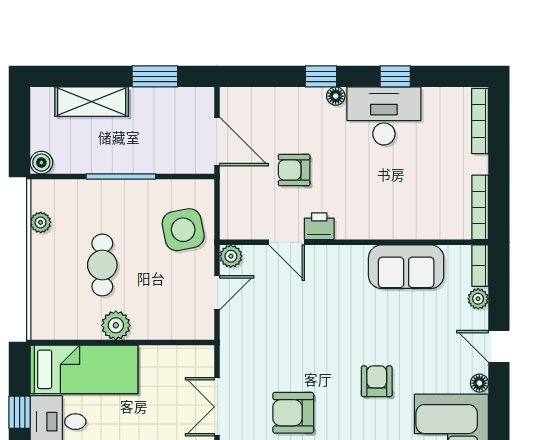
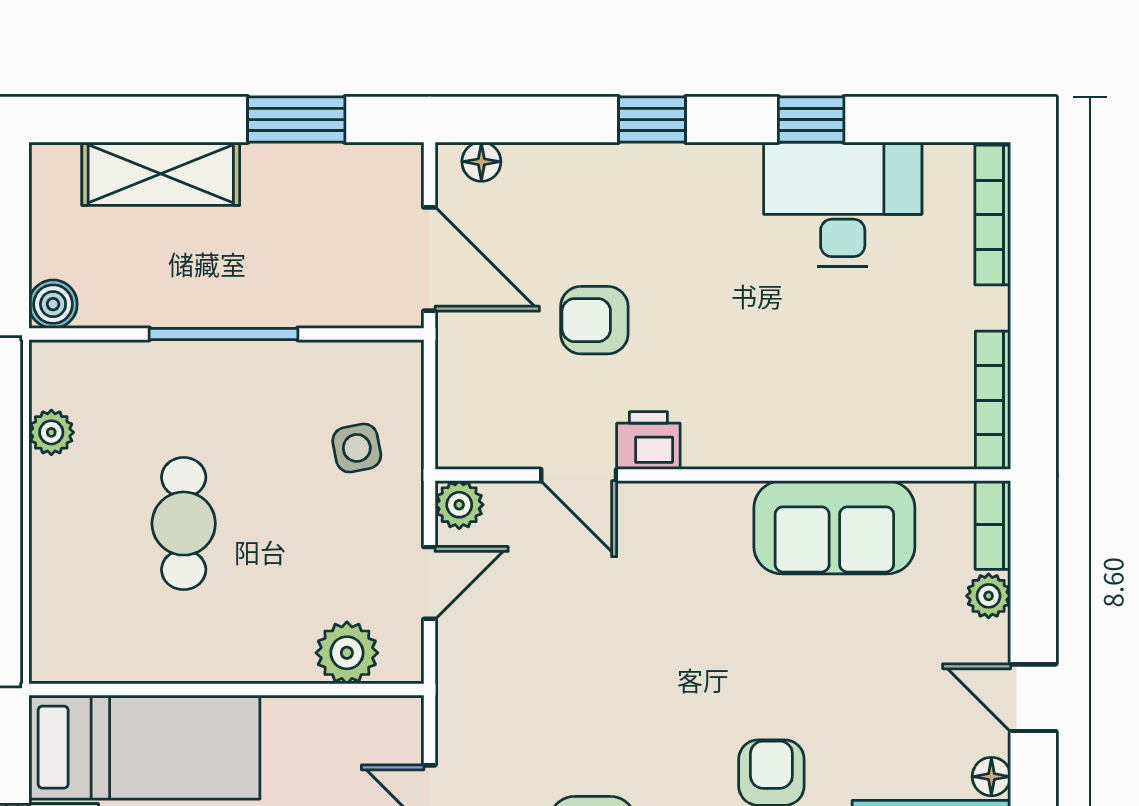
floor lamp: (336, 96) -> (481, 162), moved
desk: (384, 116) -> (843, 204), moved
side table: (183, 230) -> (357, 448), width x0.54, depth x0.54
plant: (116, 325) -> (347, 653), moved

